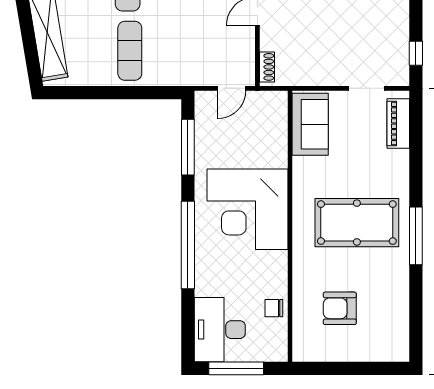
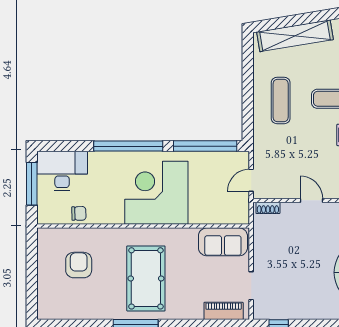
exercise mat: (130, 51) -> (281, 100), turned 90
door: (232, 88) -> (251, 180), hinge flipped
window: (188, 147) -> (205, 146), width x1.46
chair: (274, 308) -> (79, 213), turned 89

